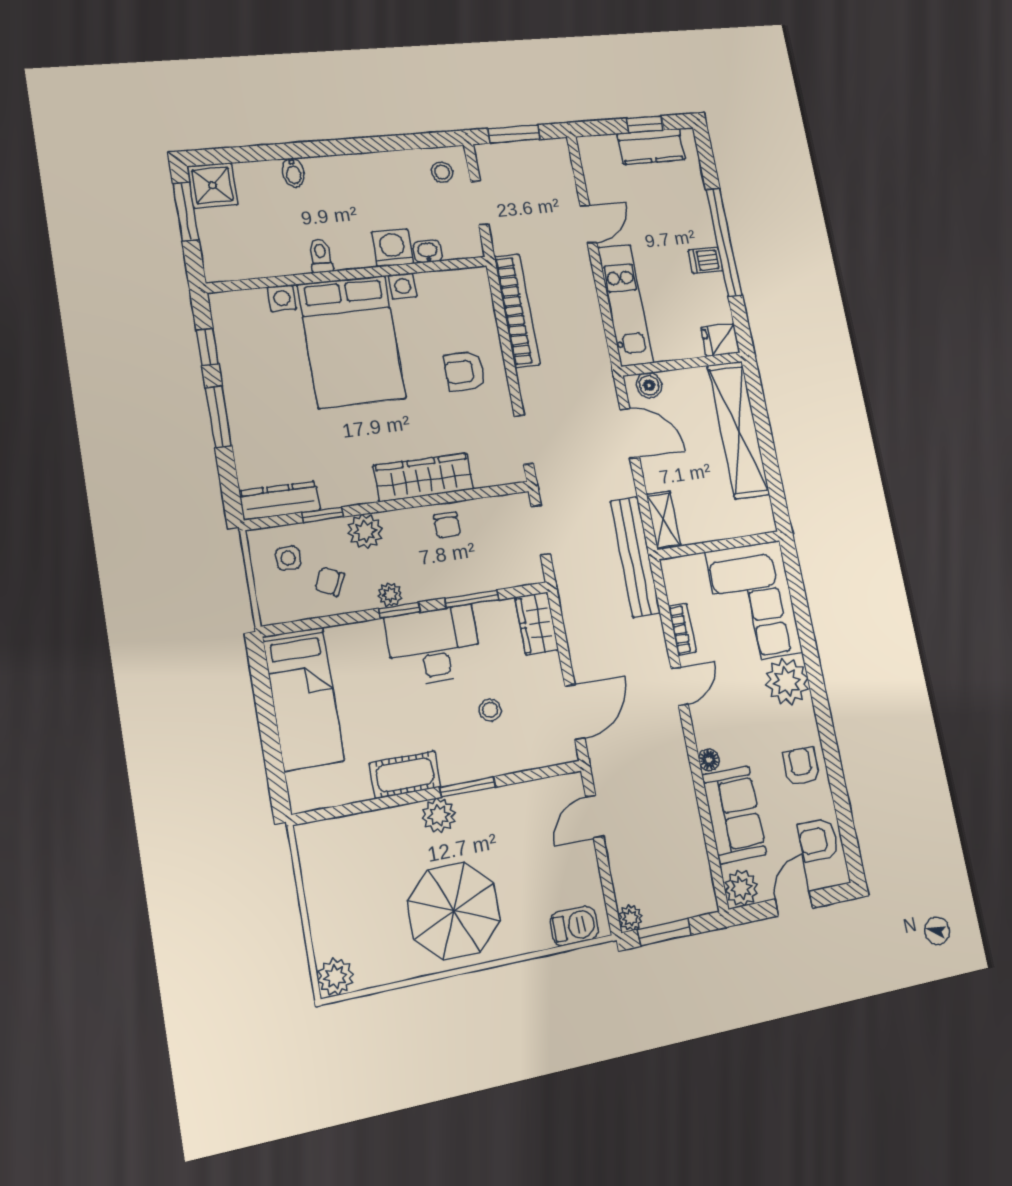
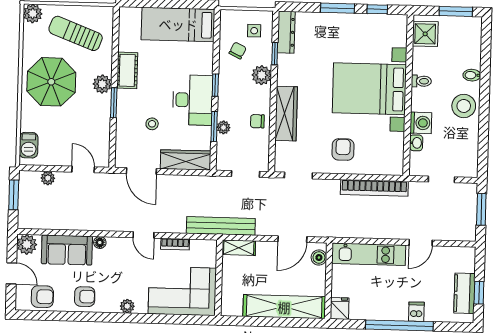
stool: (442, 172) -> (464, 106), moved, width x1.89, depth x1.89
shower: (212, 185) -> (425, 34), moved
door: (588, 224) -> (421, 243), hinge flipped
dishwasher: (706, 260) -> (416, 312), moved
plant: (390, 594) -> (223, 127), moved
wardrobe: (537, 624) -> (186, 160), width x1.50
plant: (787, 682) -> (127, 306), width x0.53, depth x0.53
armchair: (818, 840) -> (42, 297), turned 90
sun lounger: (357, 886) -> (76, 33), added
plant: (631, 918) -> (48, 178), moved

